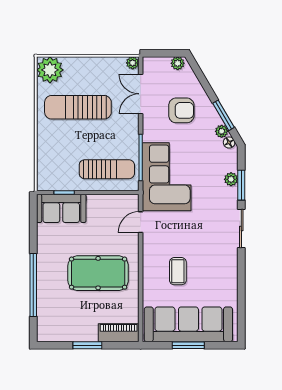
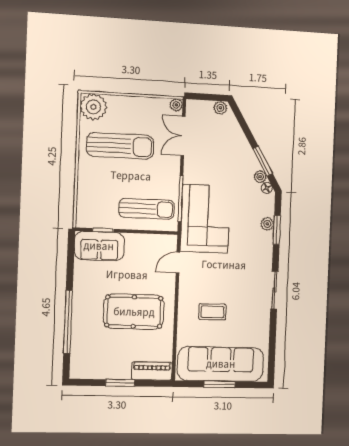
sun lounger: (78, 107) -> (120, 146), turned 180
armchair: (181, 110) -> (222, 154), removed
sliding door: (241, 228) -> (274, 290), moved
coffee table: (178, 271) -> (212, 312), turned 90

